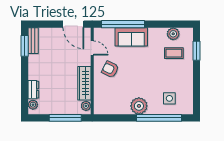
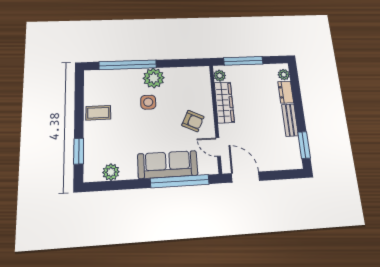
sofa: (131, 37) -> (168, 165), width x1.36
bench: (33, 41) -> (290, 120), moved
coffee table: (174, 53) -> (98, 113), moved
side table: (169, 98) -> (148, 102), moved

